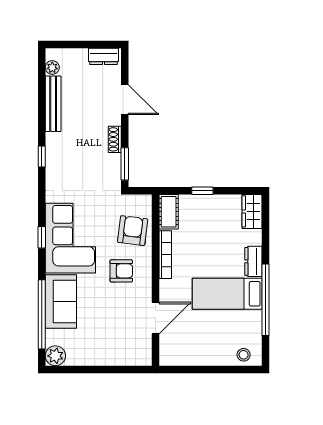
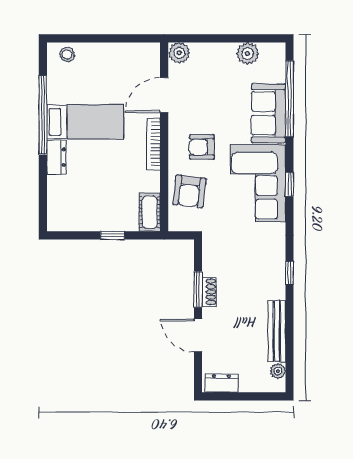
window: (125, 164) -> (198, 289), moved
wardrobe: (252, 211) -> (58, 212), removed
bookcase: (165, 255) -> (153, 144), moved
plant: (55, 356) -> (248, 53), moved
plant: (142, 356) -> (179, 53), added

